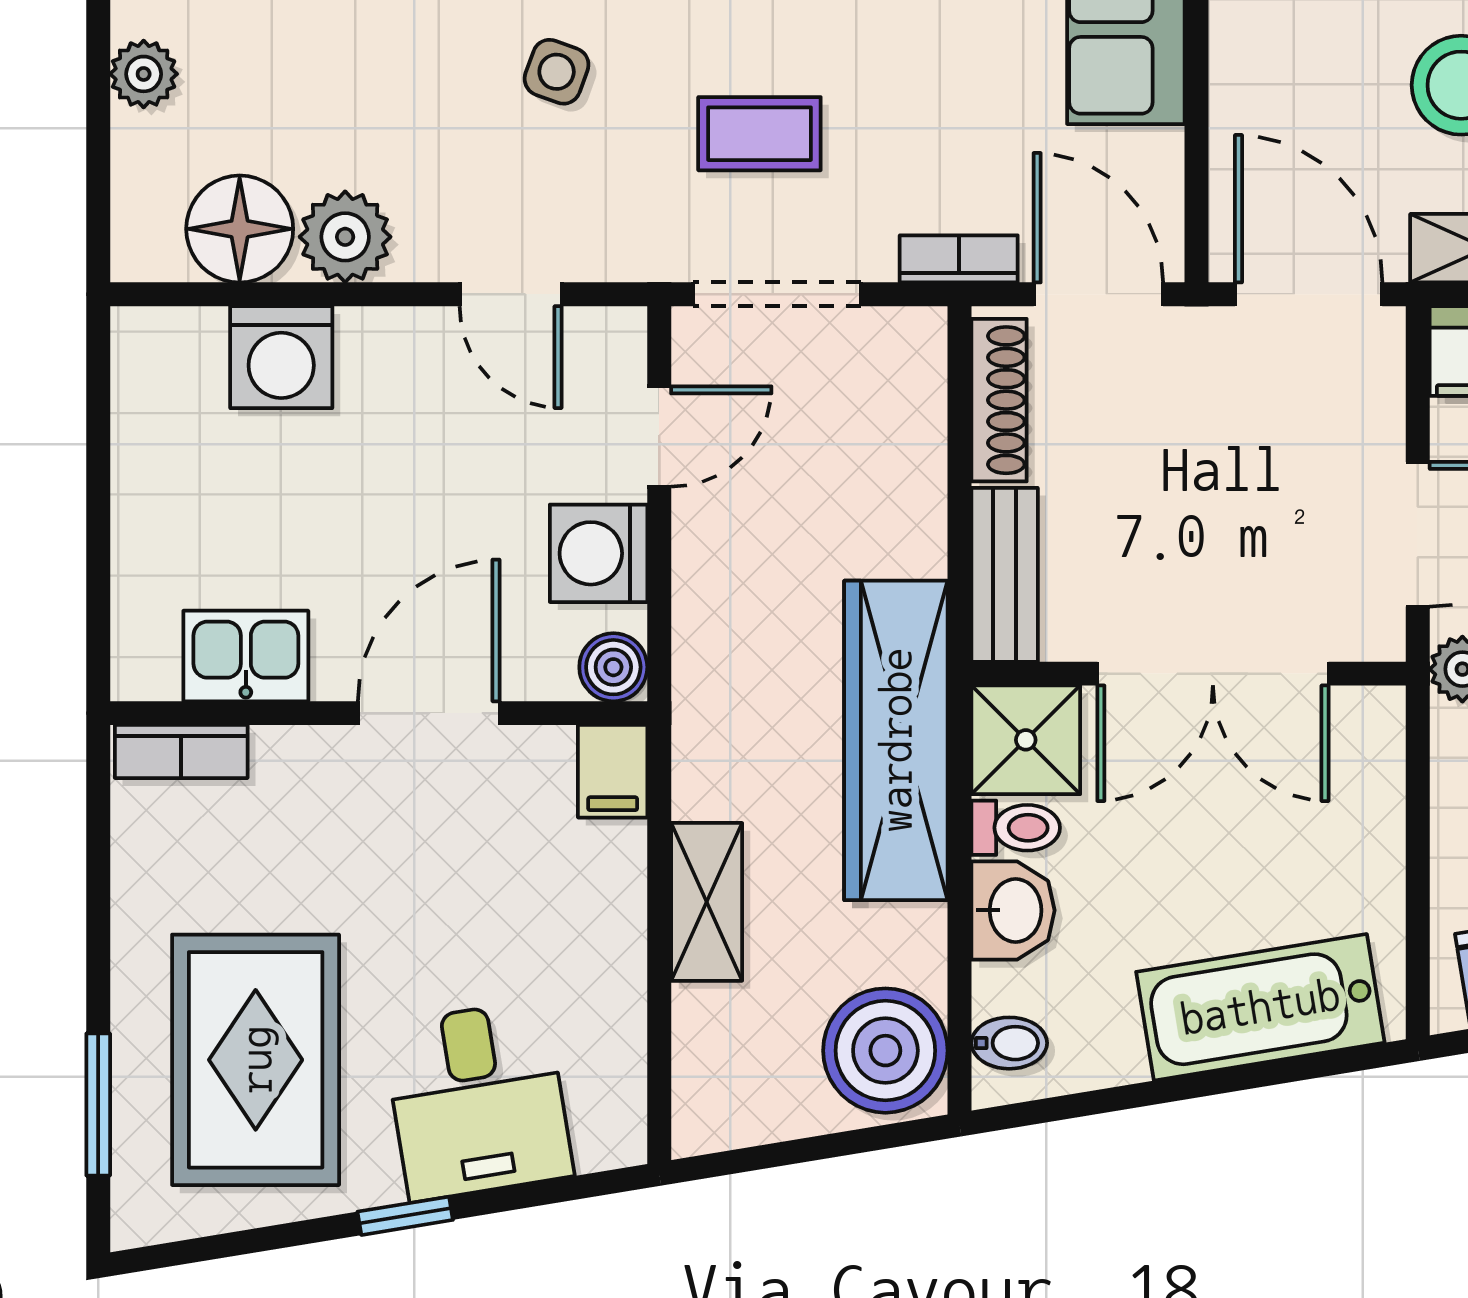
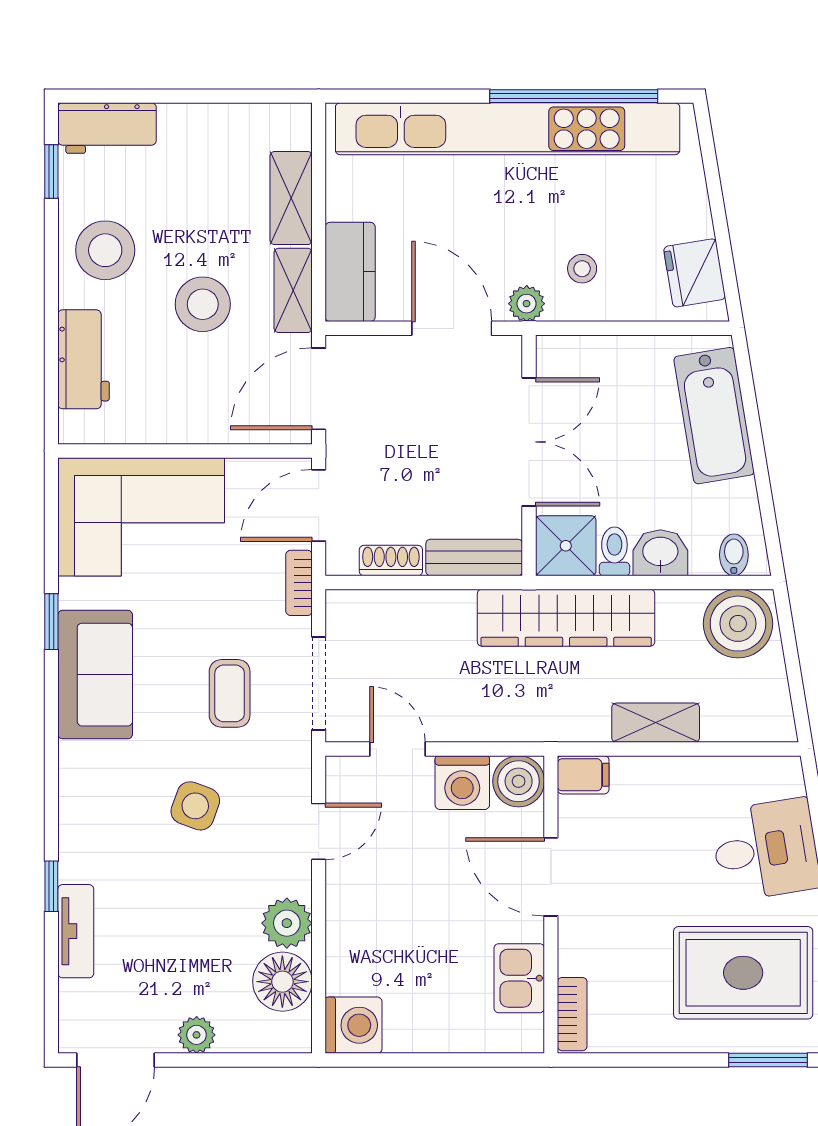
side table: (557, 72) -> (195, 806), width x1.37, depth x1.37
washing machine: (281, 357) -> (354, 1025), moved
shoe rack: (999, 400) -> (391, 561), width x0.70
boiler: (613, 667) -> (519, 781), width x1.36, depth x1.36

